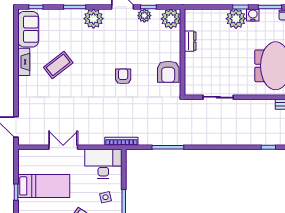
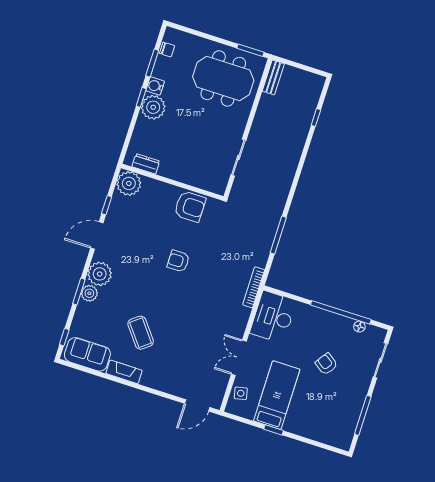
plant: (144, 16) -> (89, 293), moved
dresser: (190, 41) -> (146, 164), moved
side table: (106, 197) -> (241, 393), moved

